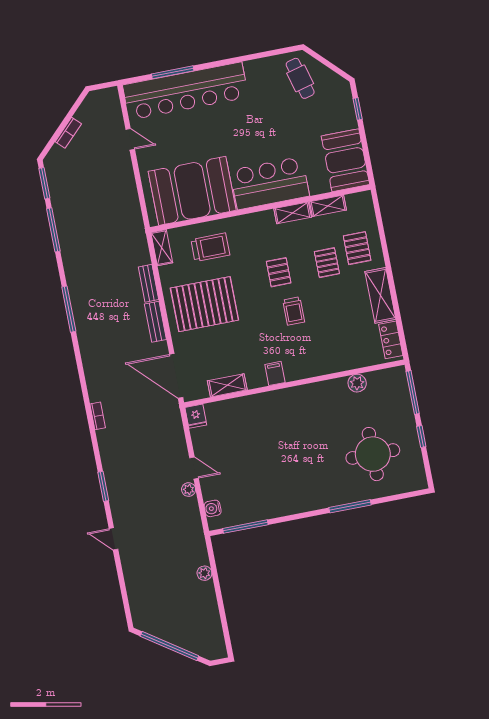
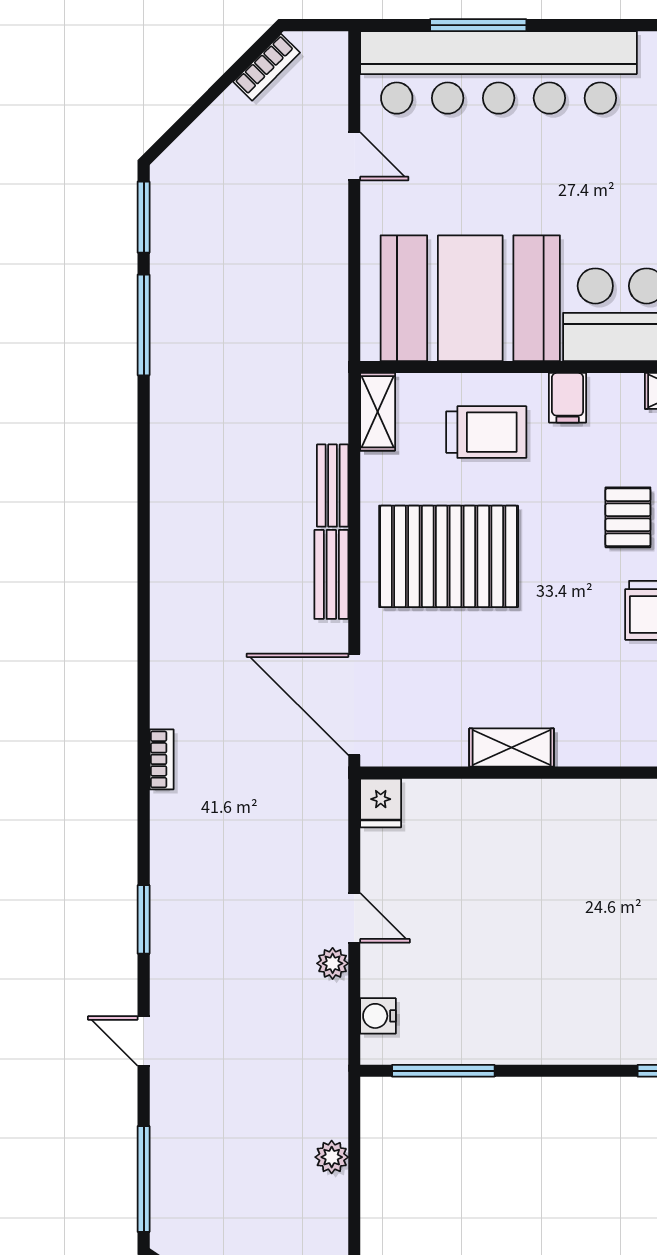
bookcase: (68, 133) -> (267, 67), moved
window: (69, 309) -> (144, 1179), moved
filing cabinet: (275, 373) -> (568, 398), moved, turned 180
shelving: (227, 385) -> (512, 748), moved

